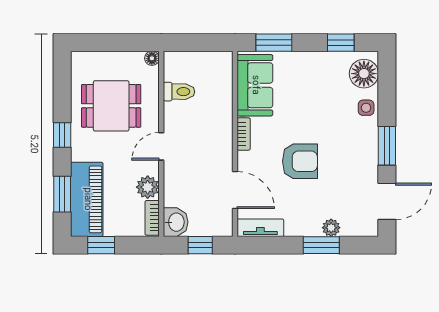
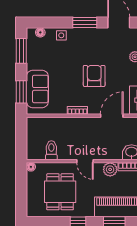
window: (341, 43) -> (21, 51), width x1.50
floor lamp: (364, 74) -> (40, 32), width x0.53, depth x0.53
sofa: (255, 85) -> (37, 89), moved, turned 90

